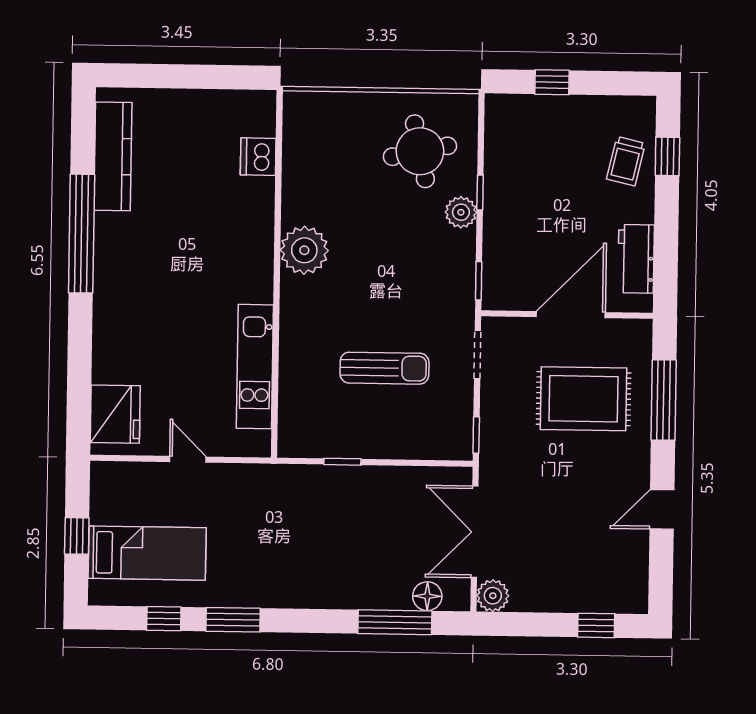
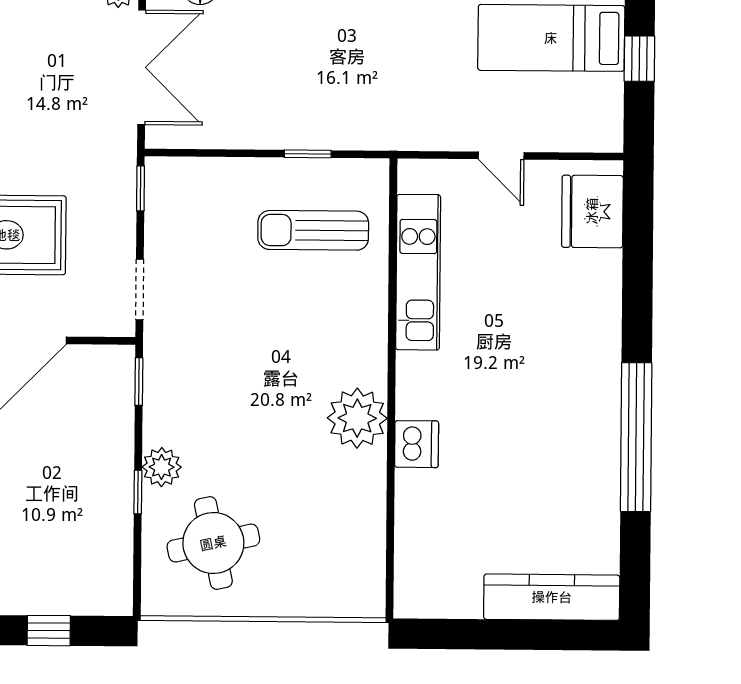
kitchen counter: (113, 156) -> (552, 597), moved, turned 90
dishwasher: (258, 157) -> (417, 444), moved
sun lounger: (384, 368) -> (313, 230), moved

